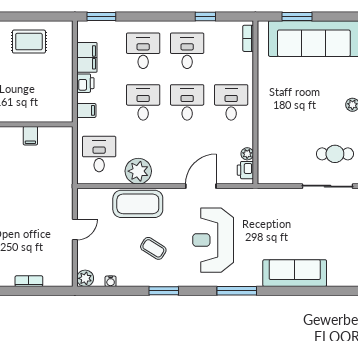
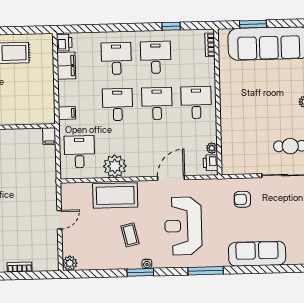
window: (101, 17) -> (78, 29), removed
printer: (85, 83) -> (64, 43), moved
filing cabinet: (30, 136) -> (49, 136), moved
armchair: (280, 212) -> (242, 199), added
coffee table: (153, 248) -> (130, 235), turned 45
water cooler: (111, 281) -> (147, 264), moved

